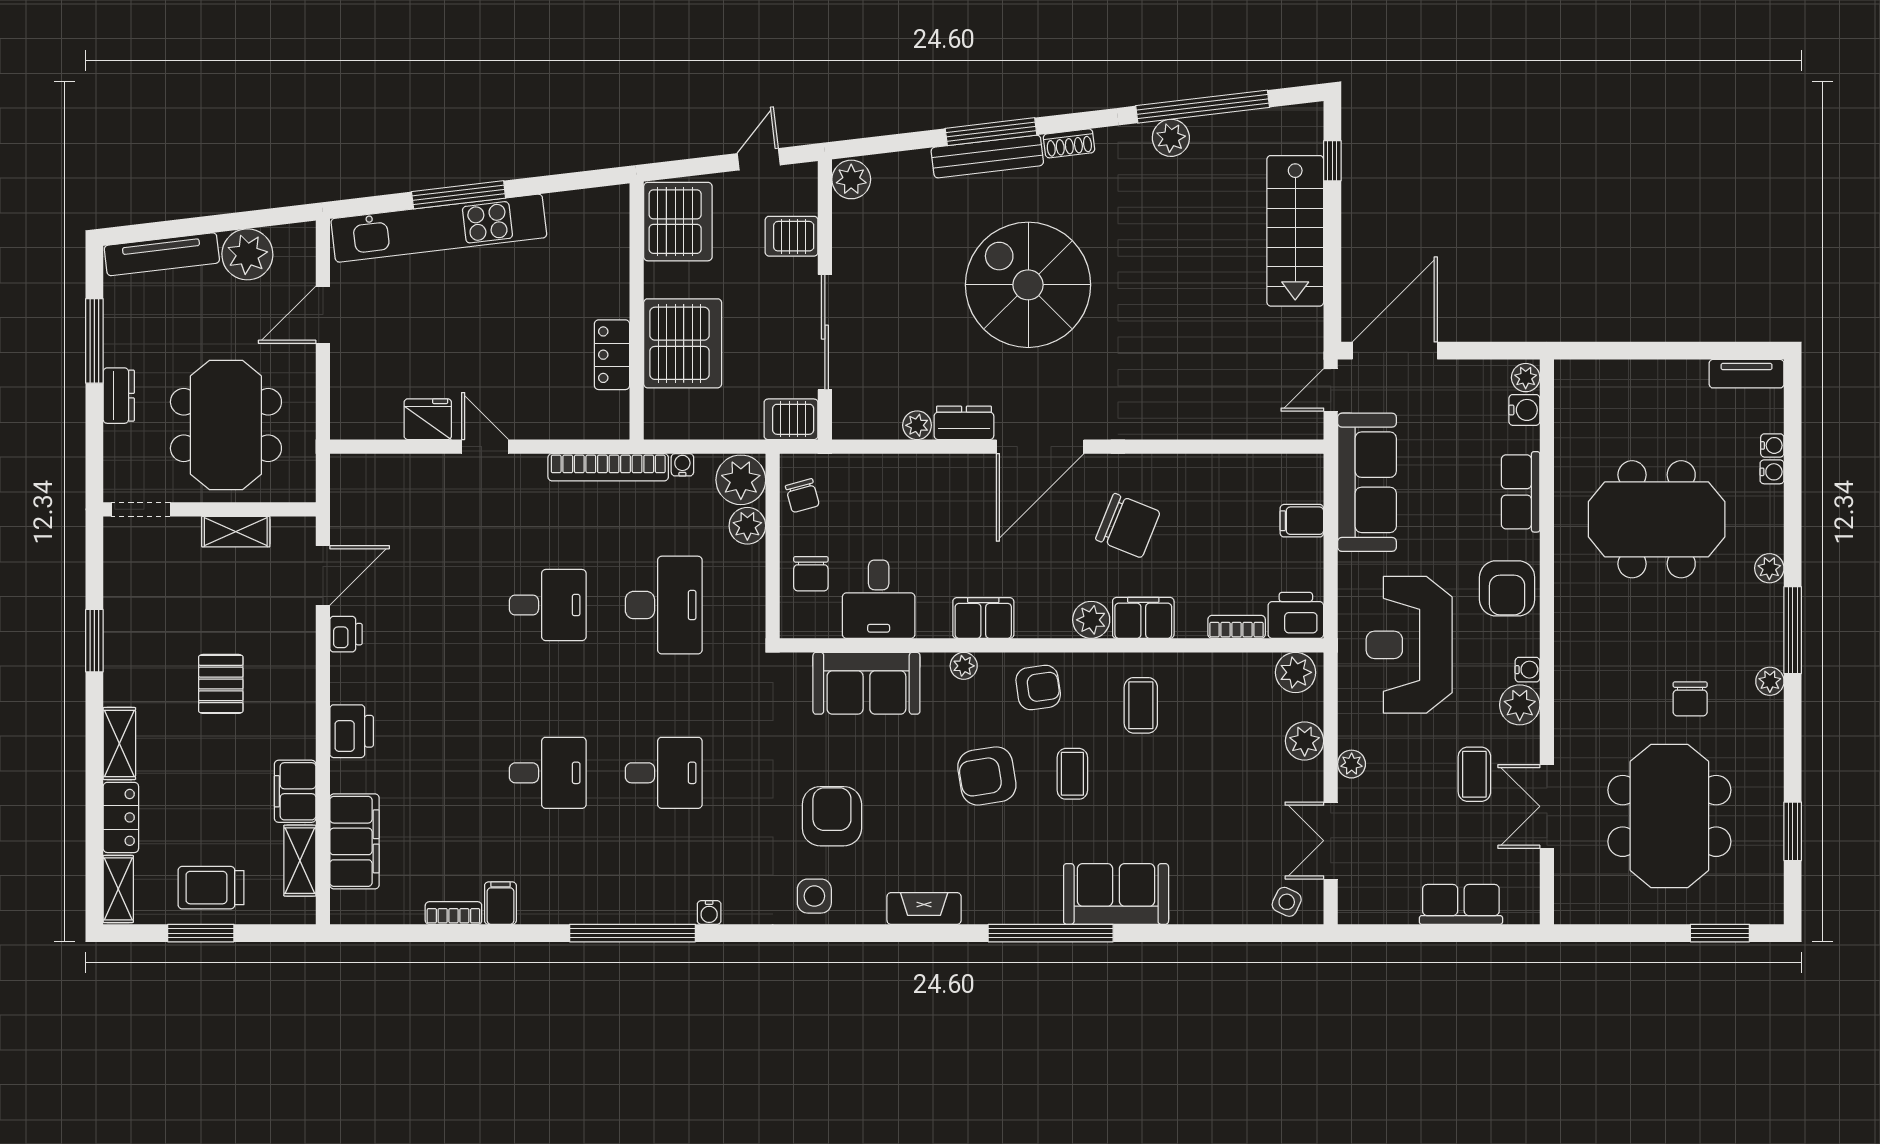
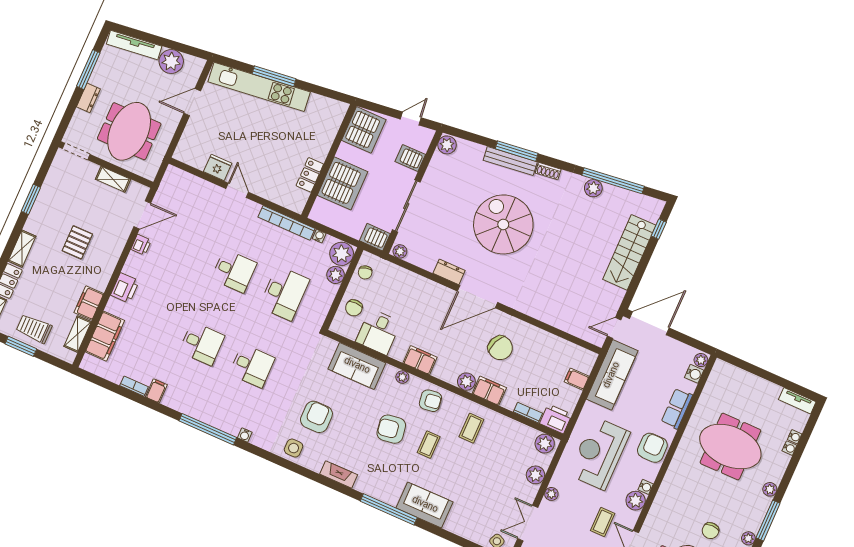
plant: (917, 425) -> (400, 251), moved
armchair: (1507, 588) -> (652, 448), turned 180

